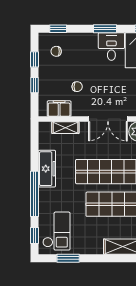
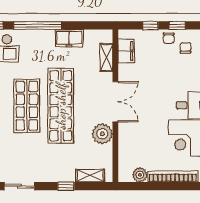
chair: (77, 87) -> (169, 38), moved
double door: (108, 119) -> (115, 102), swing flipped
freezer: (47, 169) -> (69, 38), width x0.71

